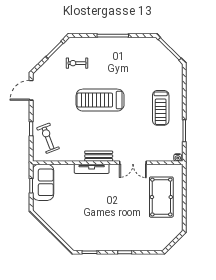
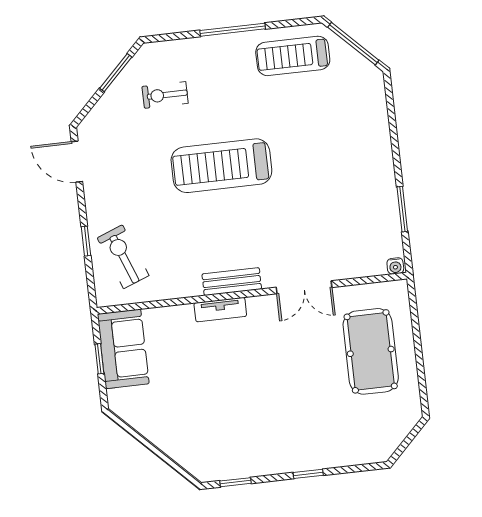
door: (31, 90) -> (77, 162), hinge flipped
treadmill: (161, 108) -> (293, 56), moved, turned 90
tv unit: (92, 169) -> (220, 310), width x0.71

